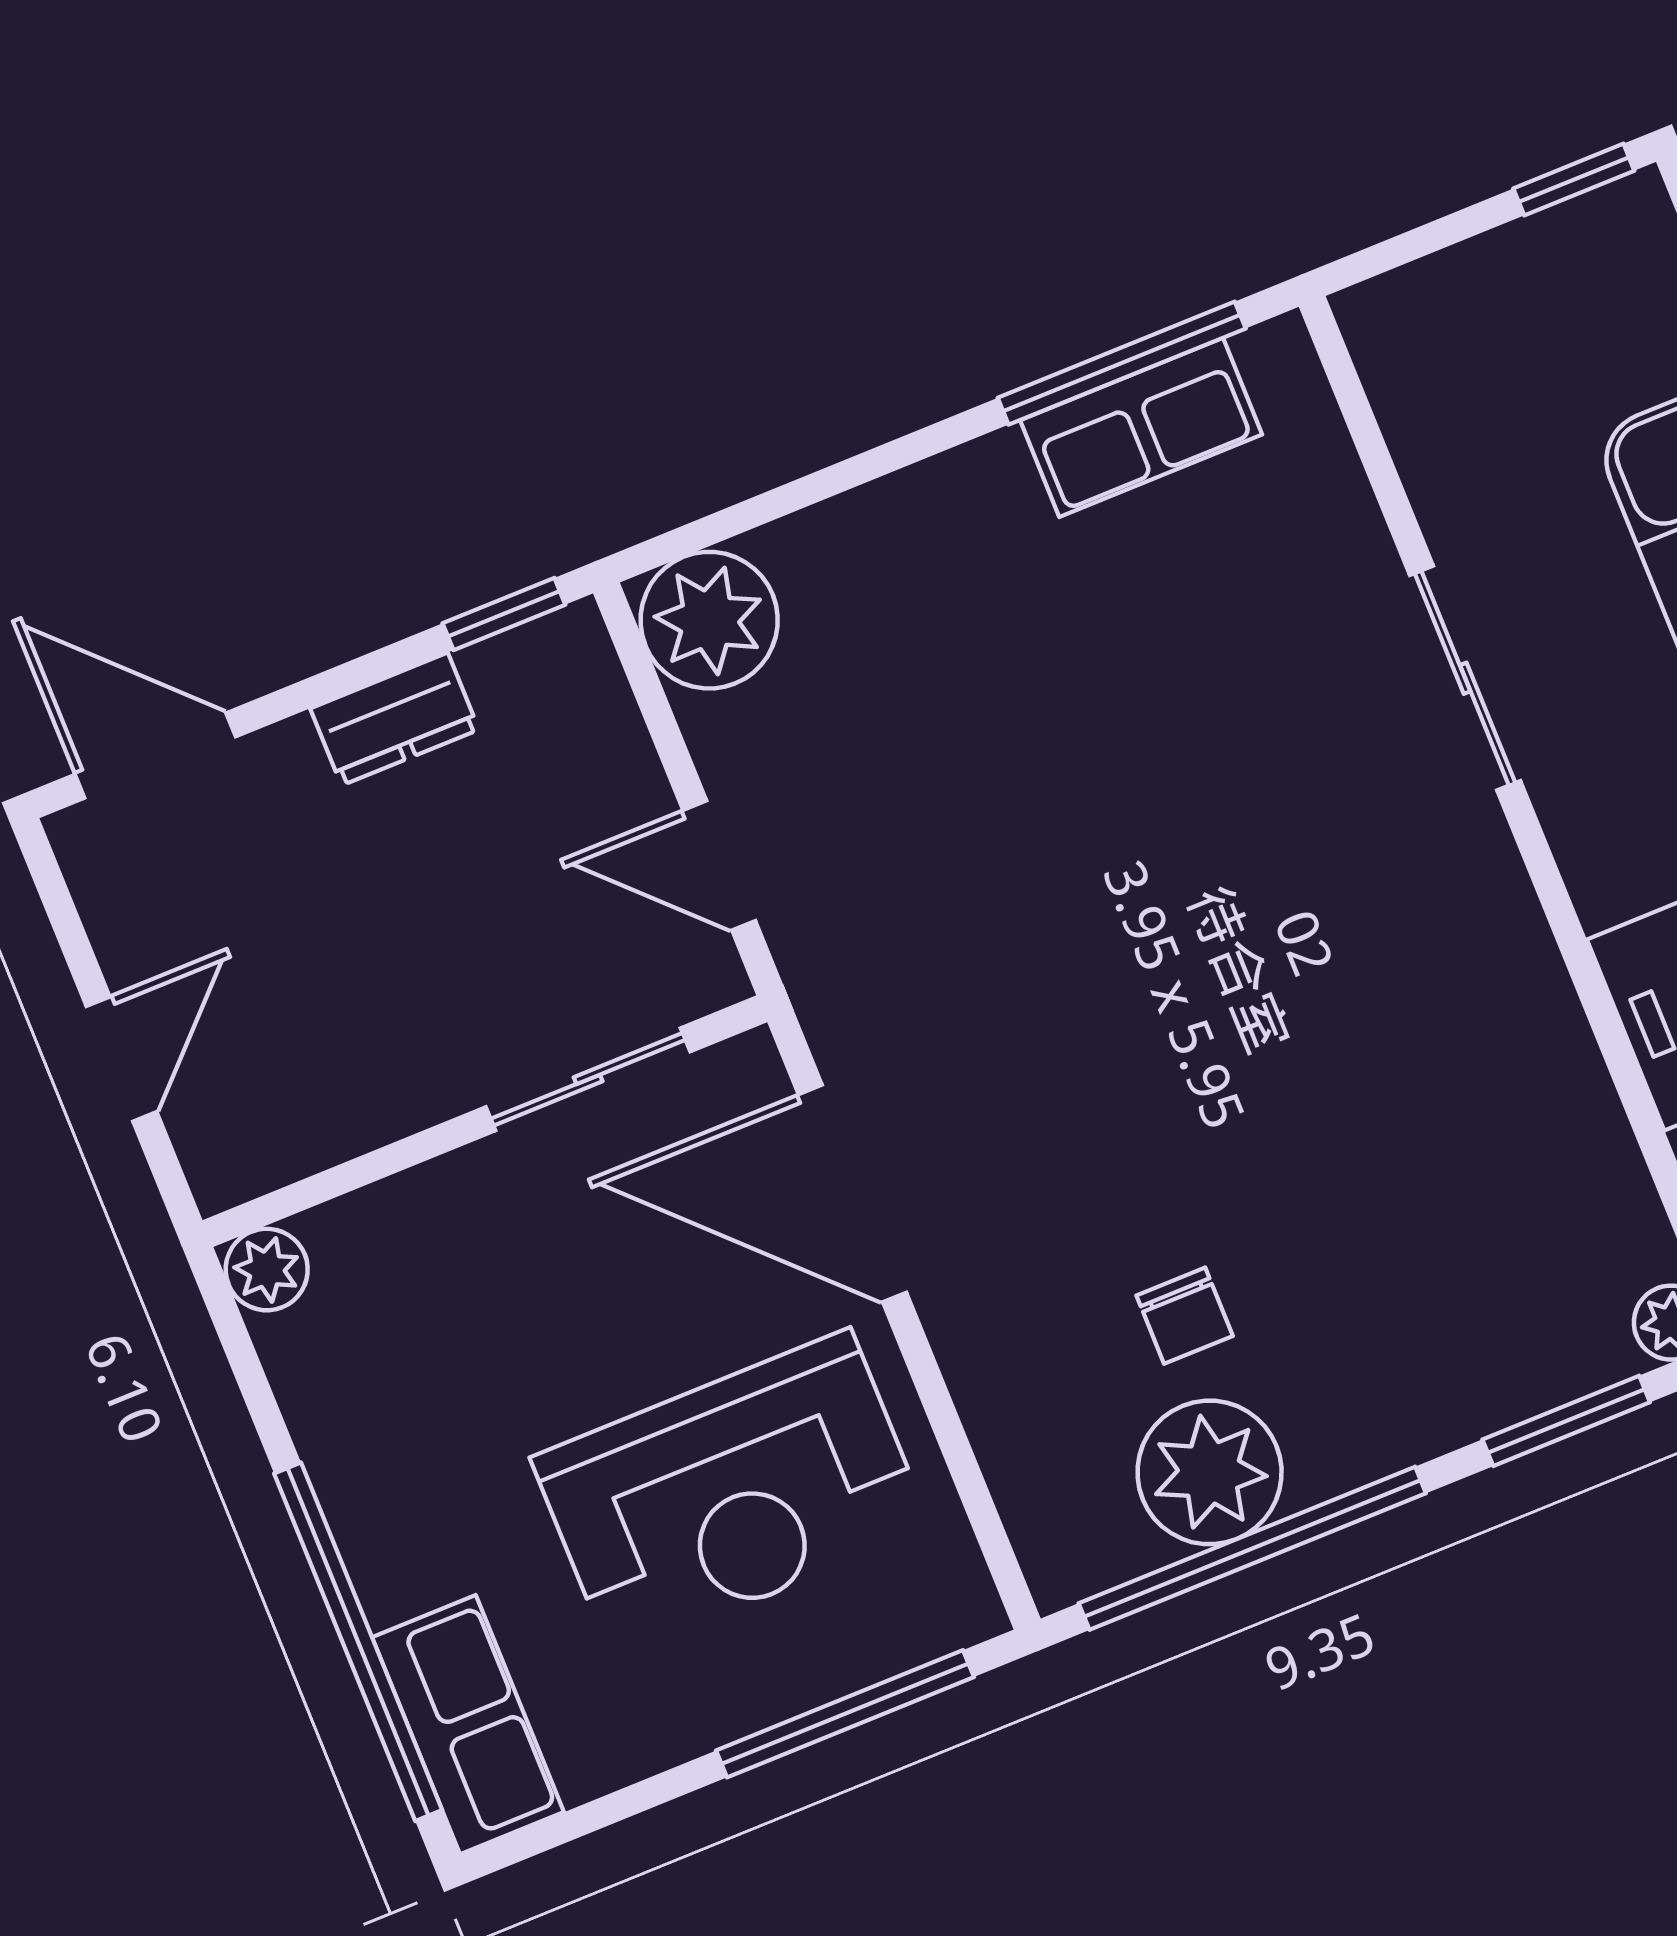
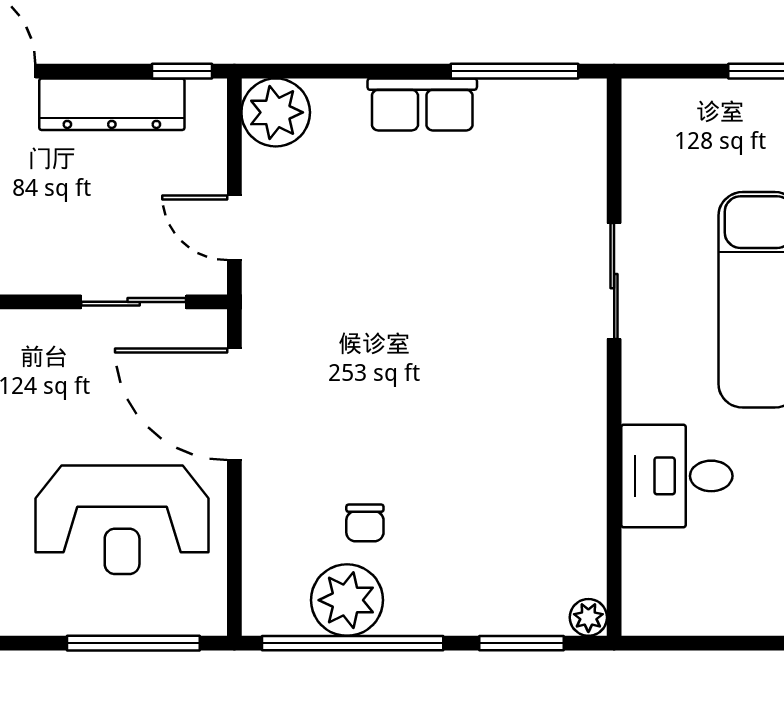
row of seats: (1141, 427) -> (422, 104), moved
dresser: (395, 719) -> (112, 104), width x1.96, depth x1.24

